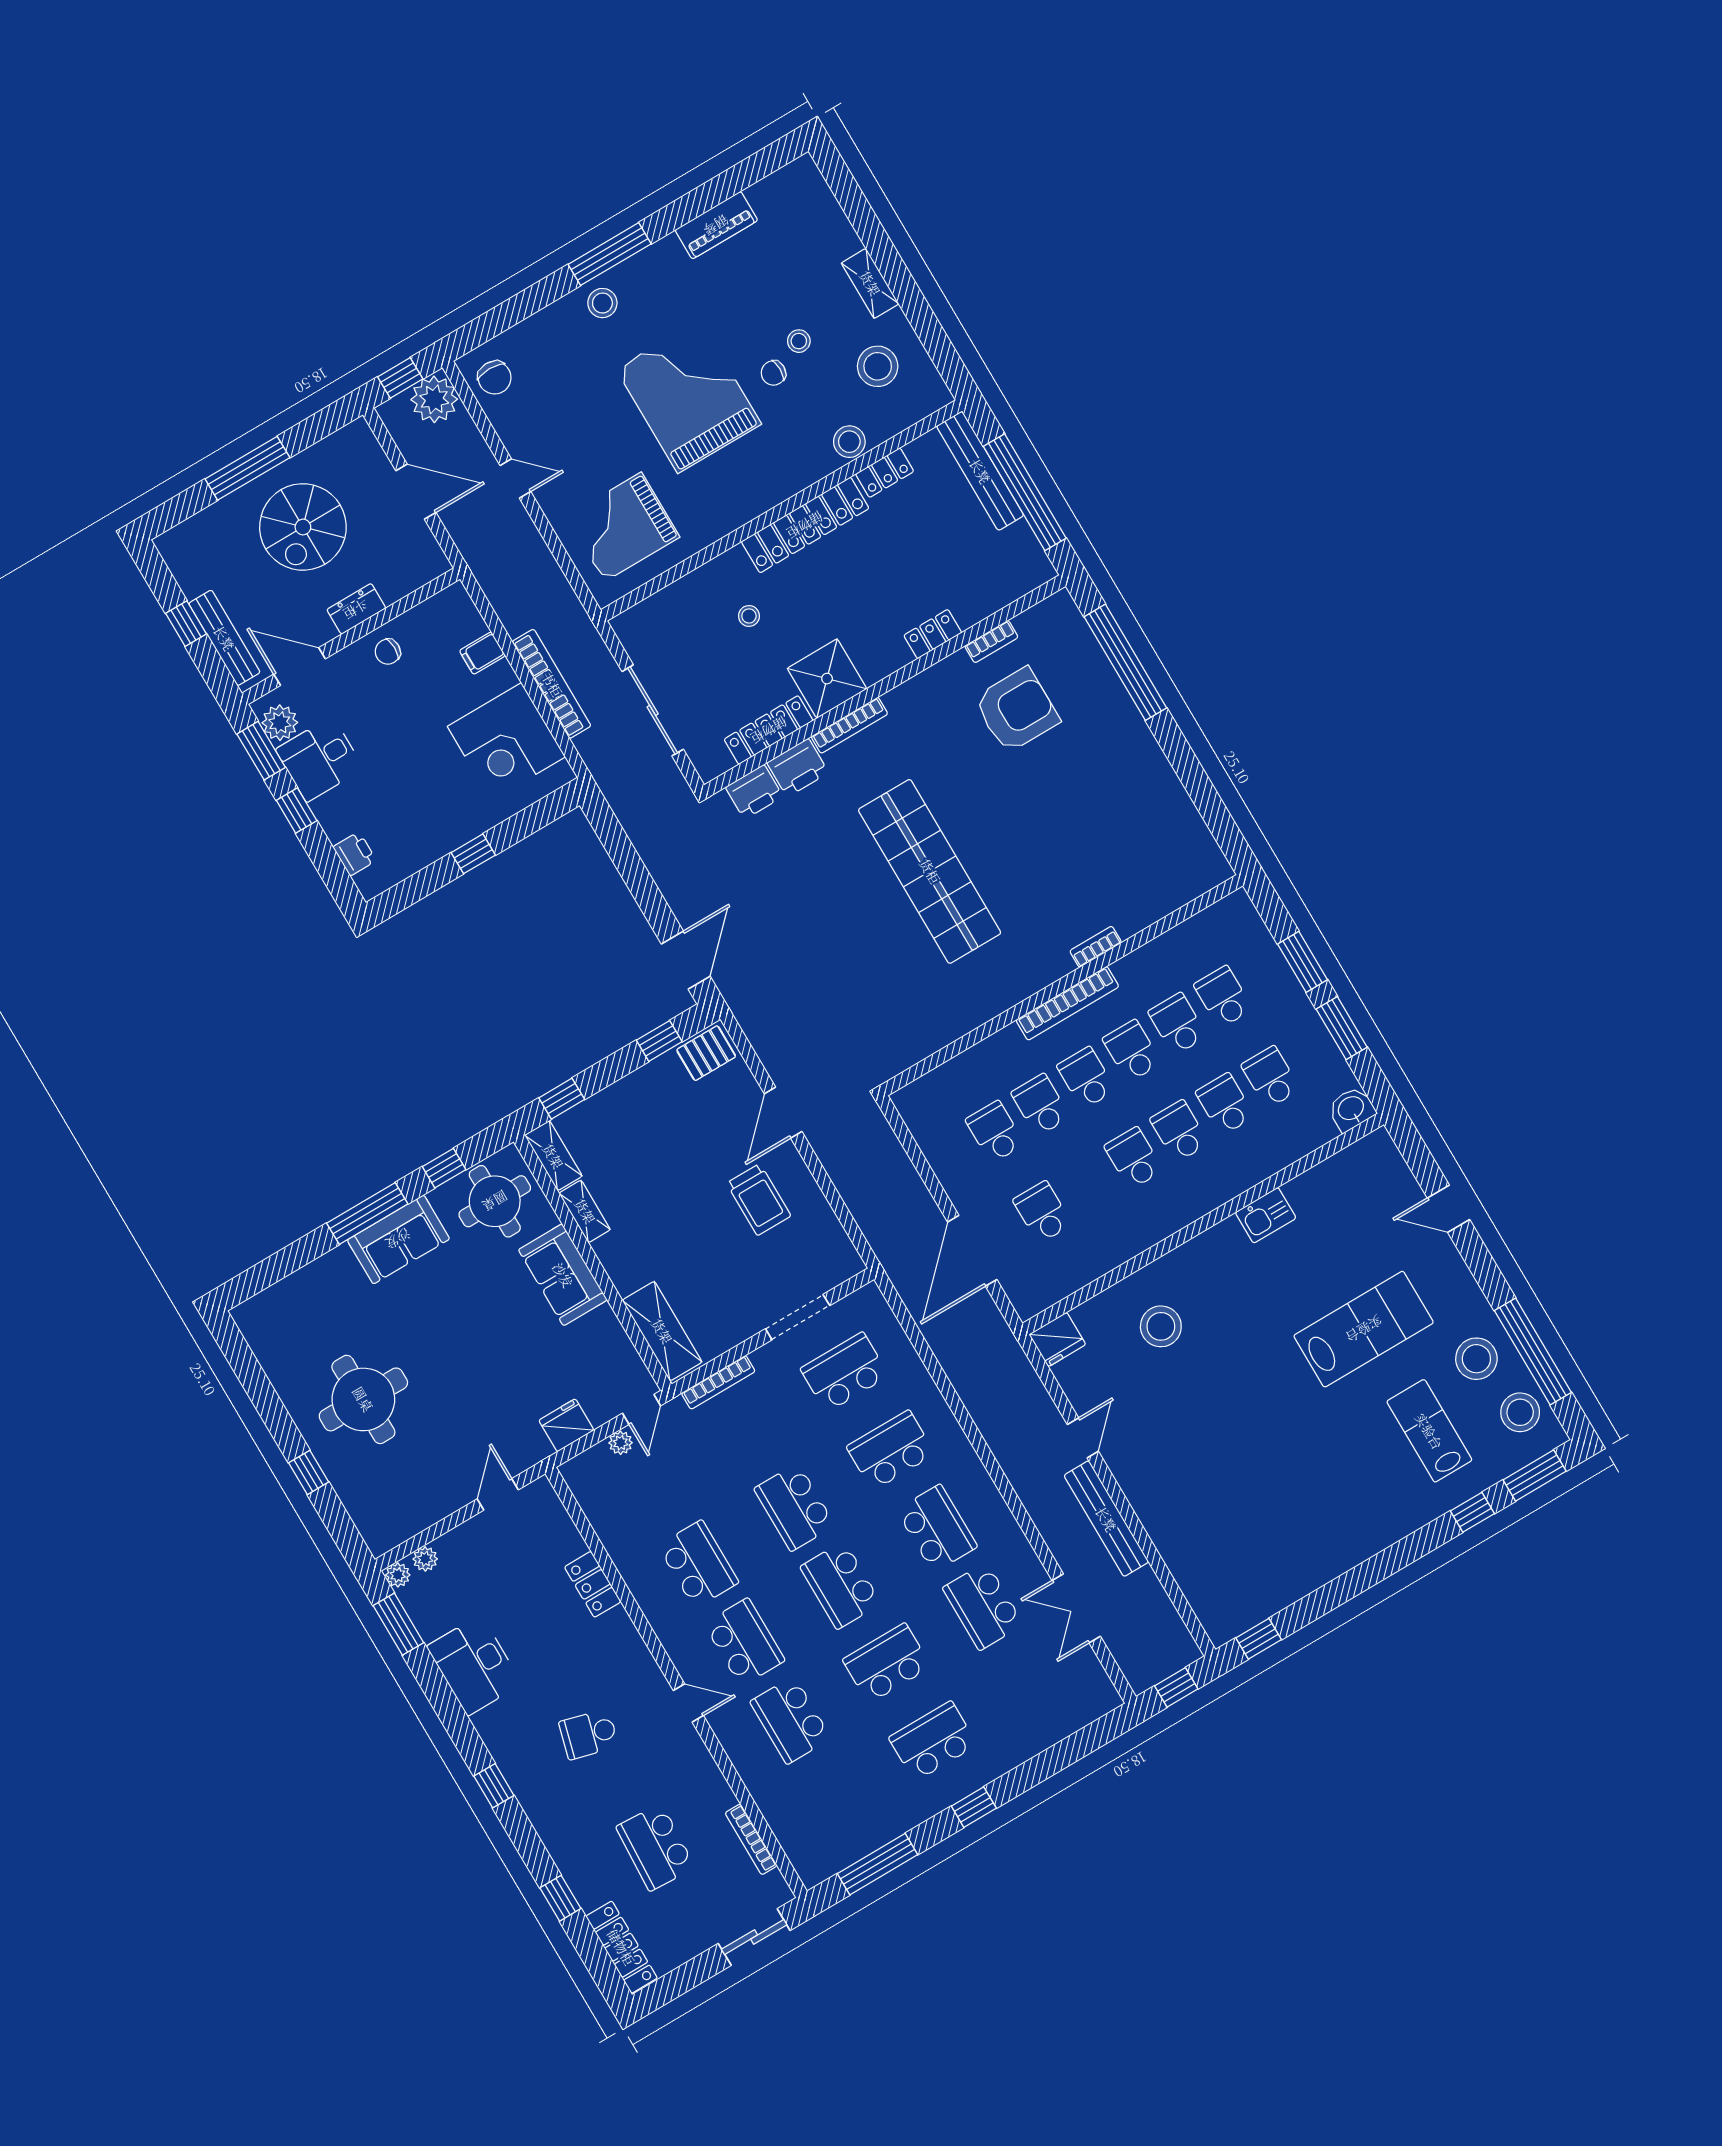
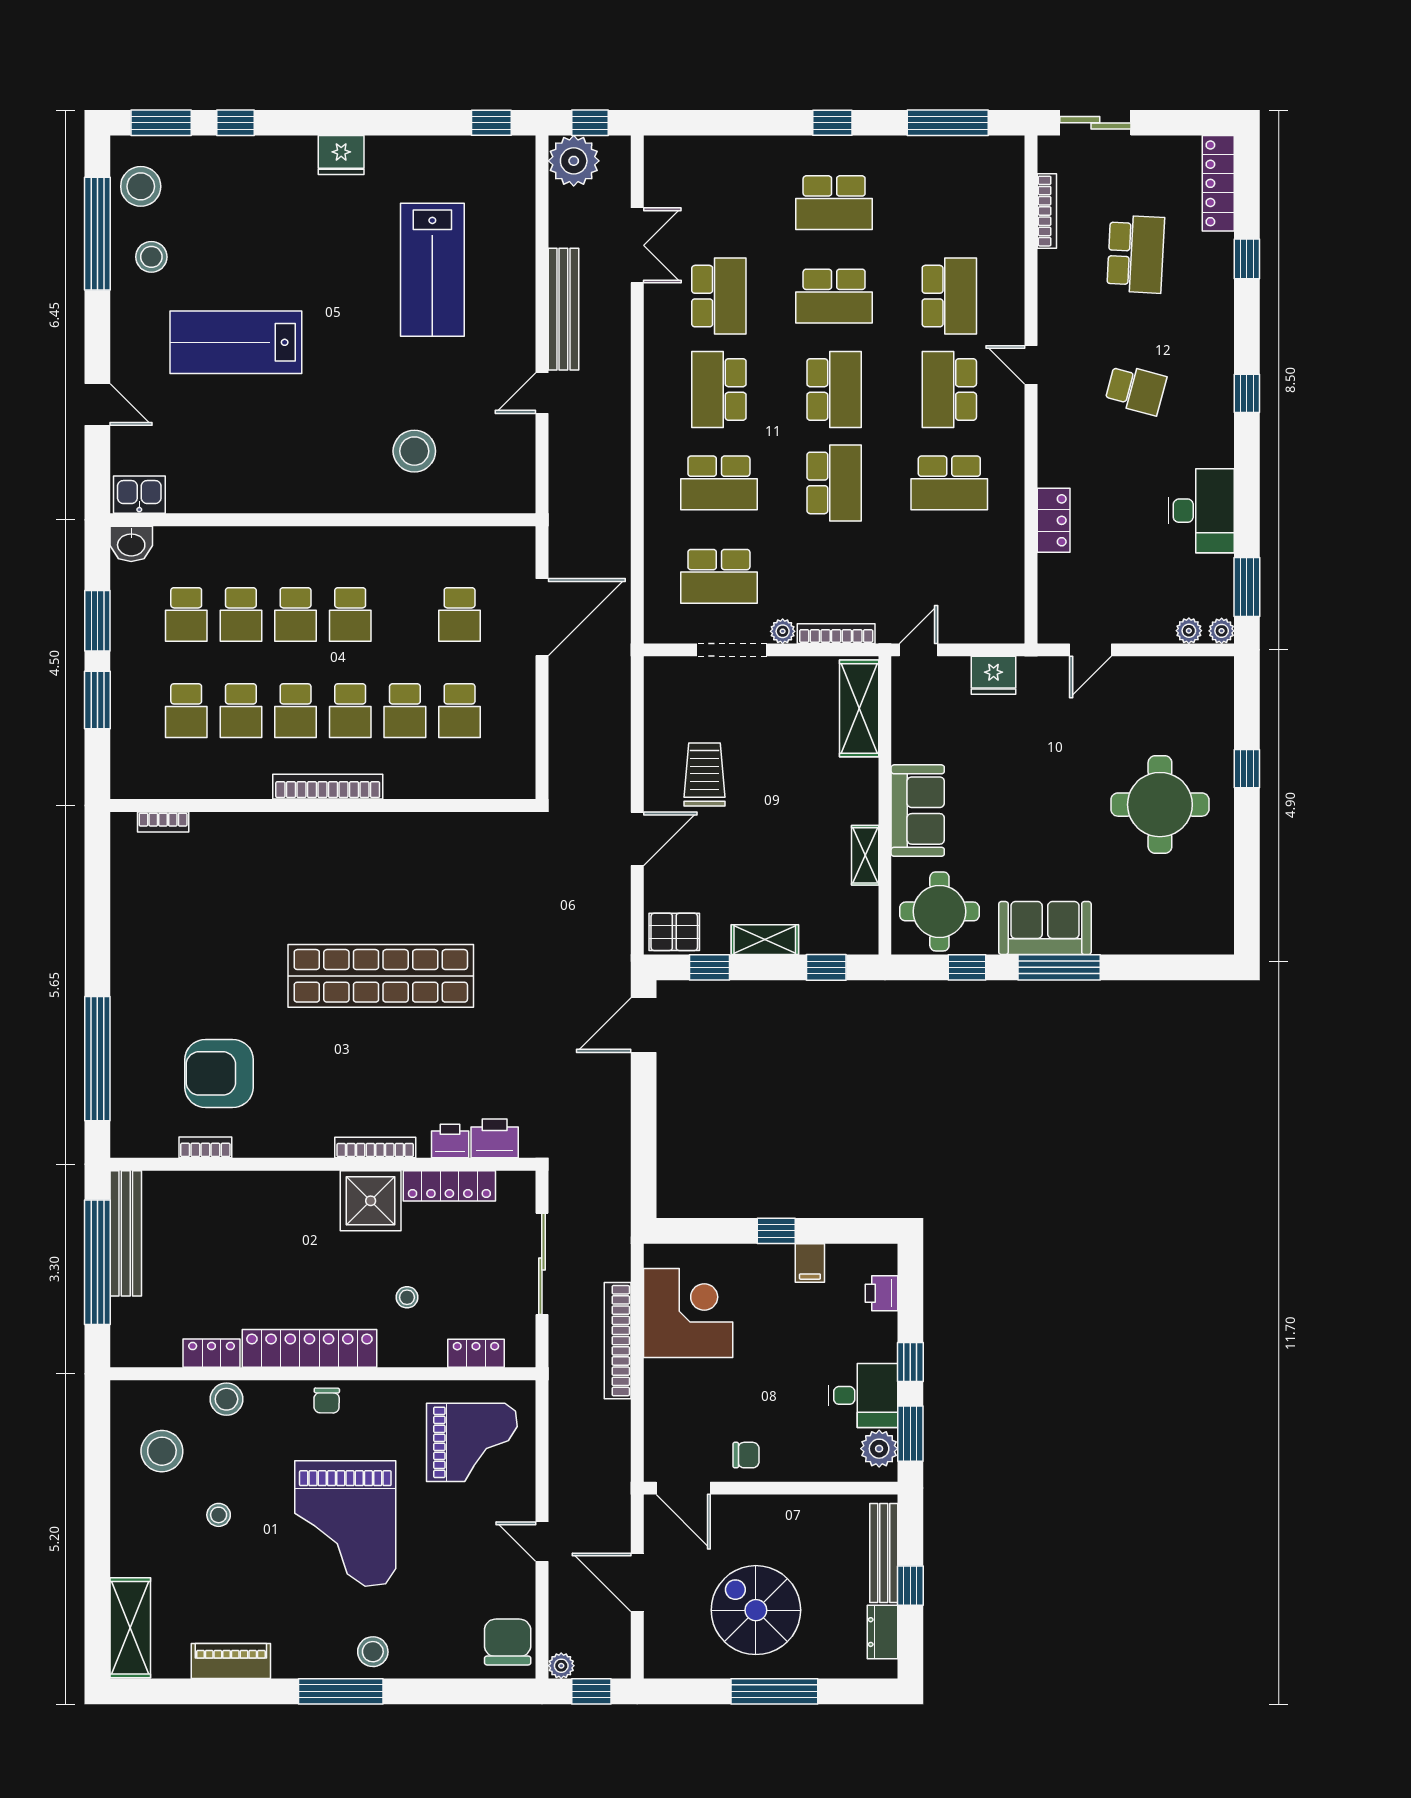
shelving: (870, 283) -> (130, 1628), moved, width x1.50, depth x1.33
chair: (773, 373) -> (327, 1400), moved, turned 91
chair: (495, 378) -> (508, 1642), width x1.37, depth x1.37
plant: (434, 399) -> (561, 1666), width x0.53, depth x0.53
bench: (980, 471) -> (126, 1233), moved
spiral stairs: (303, 527) -> (756, 1610), turned -90
dresser: (356, 609) -> (882, 1632), moved, turned 90
locker: (933, 634) -> (476, 1353), moved, turned 180
filing cabinet: (482, 653) -> (810, 1263), moved, turned 90
door: (300, 667) -> (683, 1488), moved
printer: (798, 768) -> (450, 1141), width x0.73, depth x0.81
shop shelf: (930, 871) -> (381, 976), turned 90
bookcase: (1096, 947) -> (163, 822), moved
shelving: (553, 1156) -> (765, 940), moved, turned 90
kitchen sink: (1266, 1215) -> (139, 495), moved
fridge: (1057, 1339) -> (341, 155), moved, turned 180
stool: (1476, 1359) -> (151, 257), width x0.73, depth x0.73
lab bench: (1429, 1431) -> (432, 270), moved, width x1.36, depth x1.39
plant: (621, 1443) -> (783, 631), moved
school desk: (698, 1564) -> (949, 483), turned -90
plant: (1171, 1648) -> (574, 161), added

